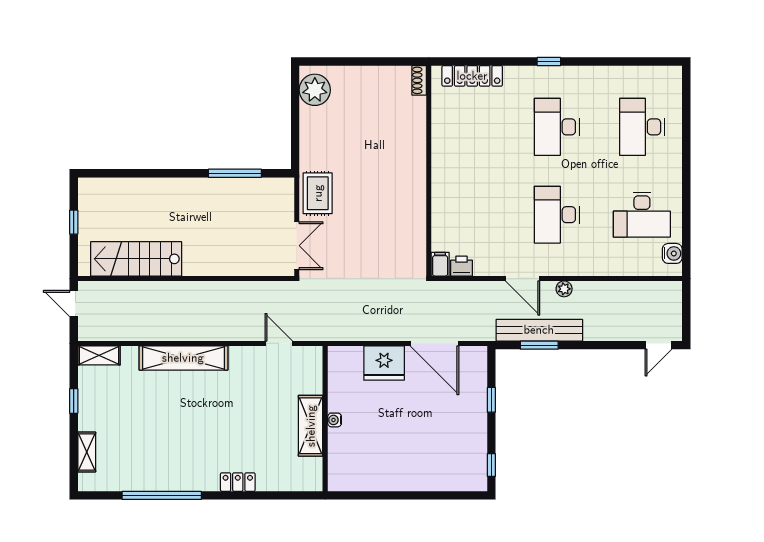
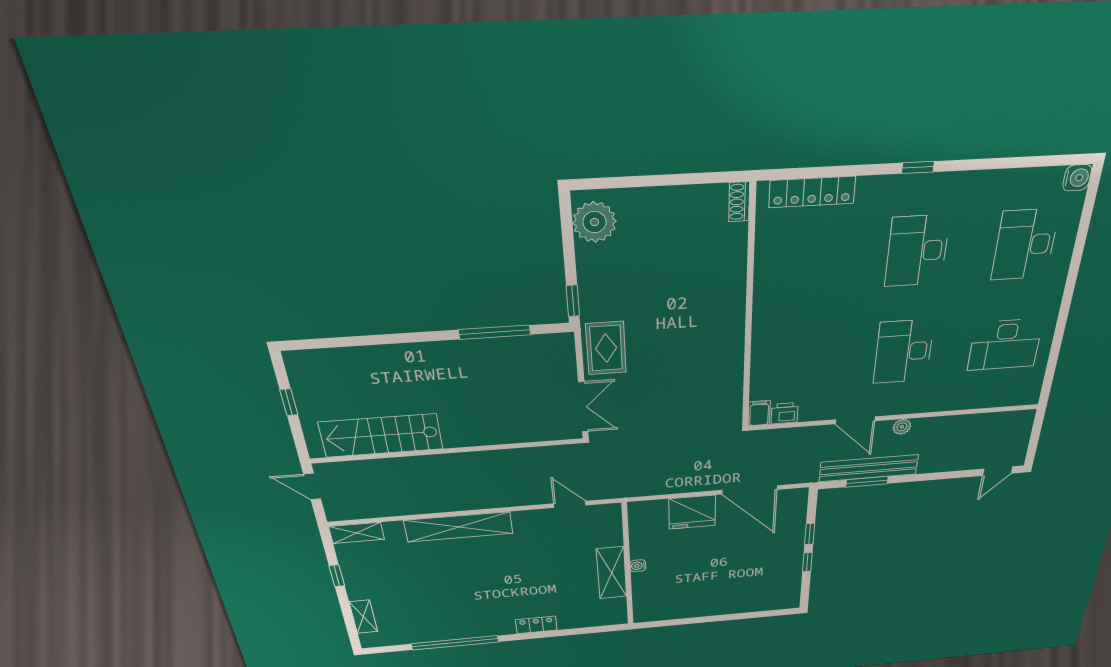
window: (295, 151) -> (573, 301), added
water cooler: (672, 253) -> (1077, 178), moved
window: (491, 465) -> (807, 562), moved

